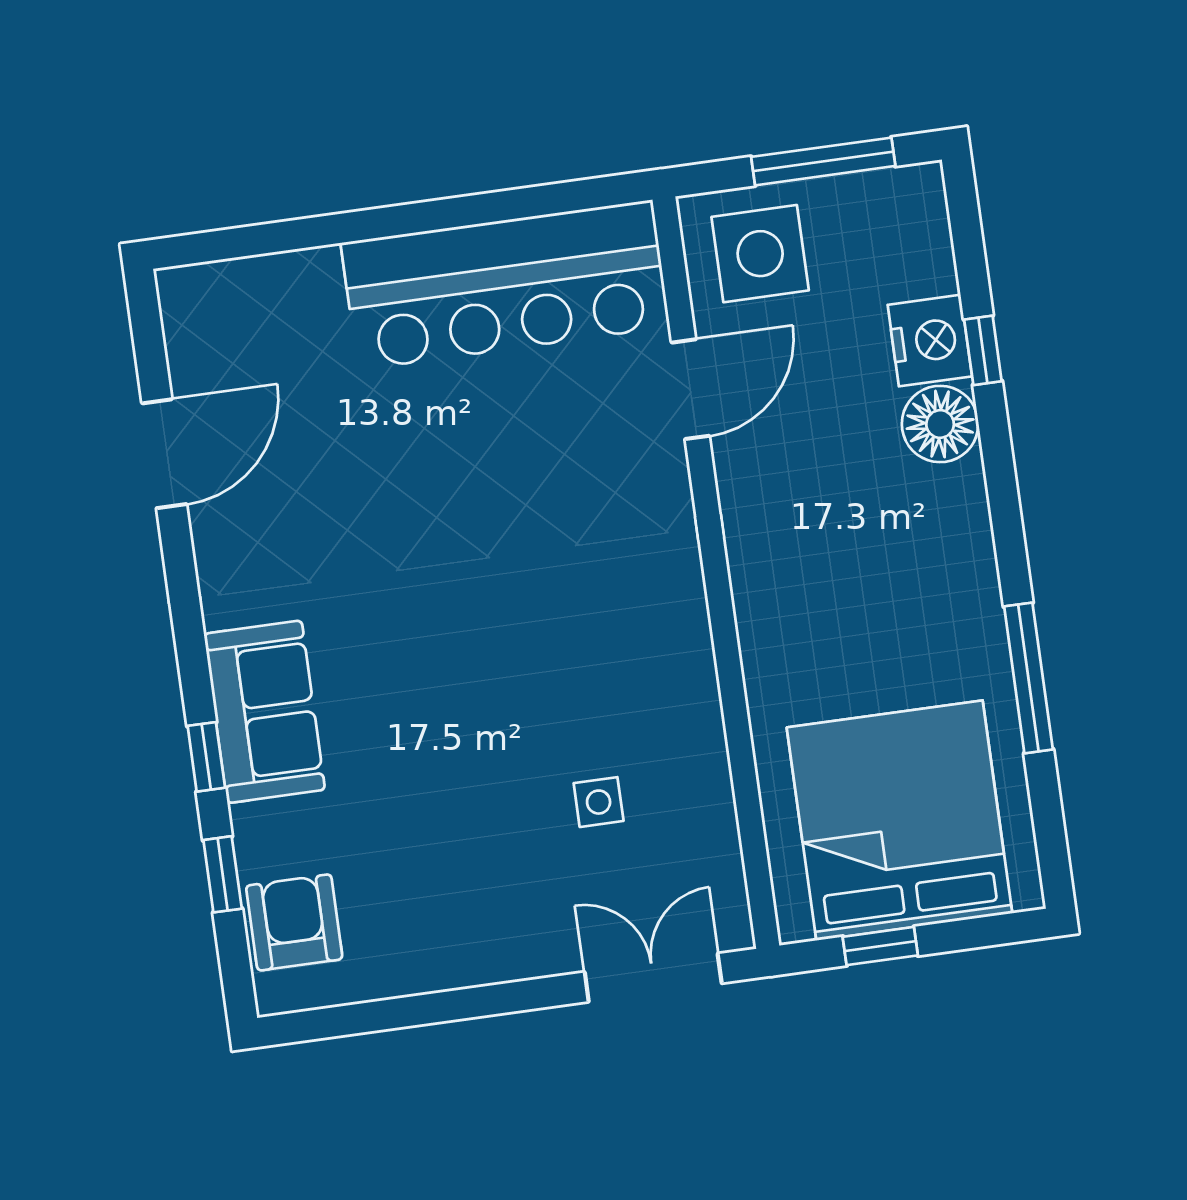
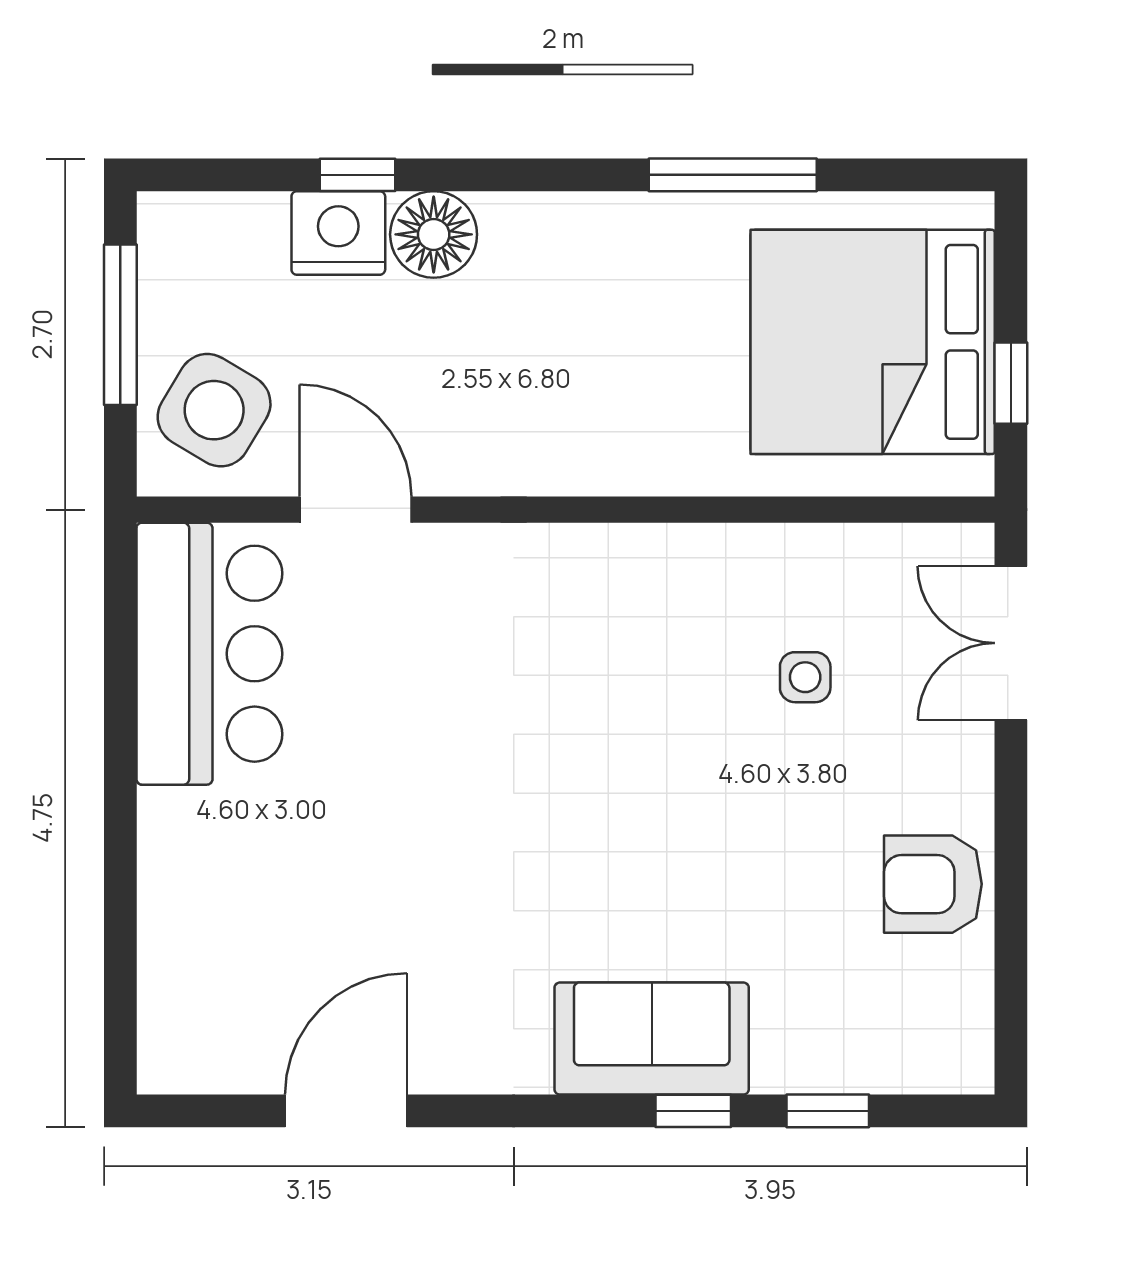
side table: (760, 254) -> (214, 410), turned 31
bar counter: (505, 285) -> (209, 654), width x0.73
door: (164, 454) -> (346, 1111), hinge flipped
armchair: (294, 922) -> (933, 884), moved

